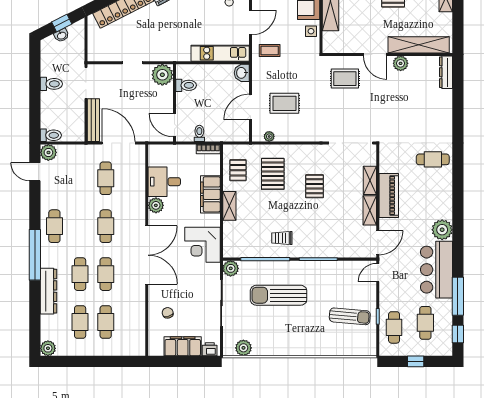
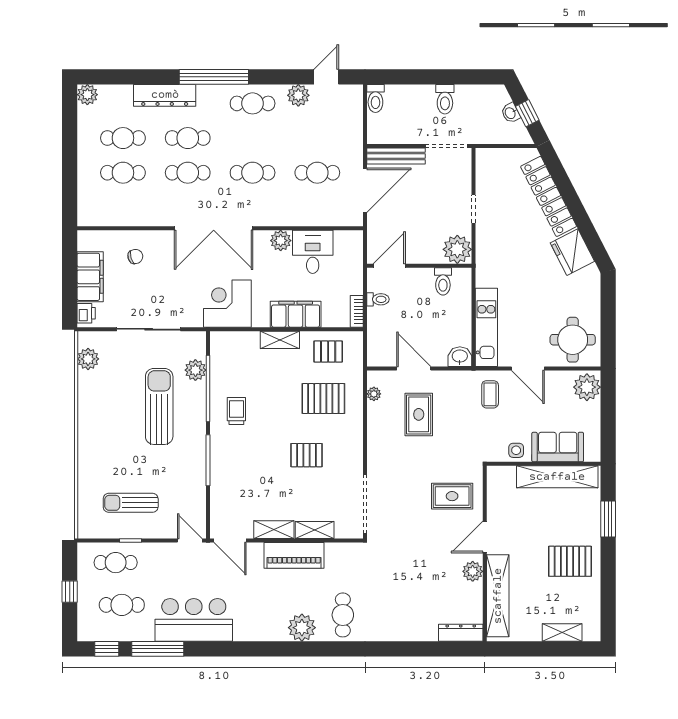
rug: (345, 79) -> (452, 496), turned 90
plant: (48, 152) -> (298, 95), moved
plant: (442, 230) -> (302, 628), moved
plant: (231, 268) -> (195, 370), moved
sun lounger: (350, 316) -> (131, 503), turned 85

